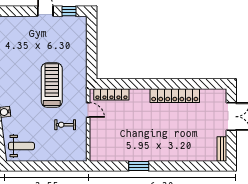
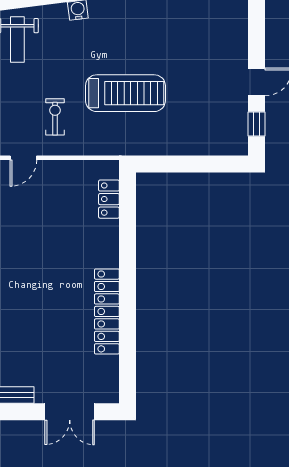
locker: (111, 94) -> (109, 199), width x0.66
door: (88, 110) -> (23, 158), moved

